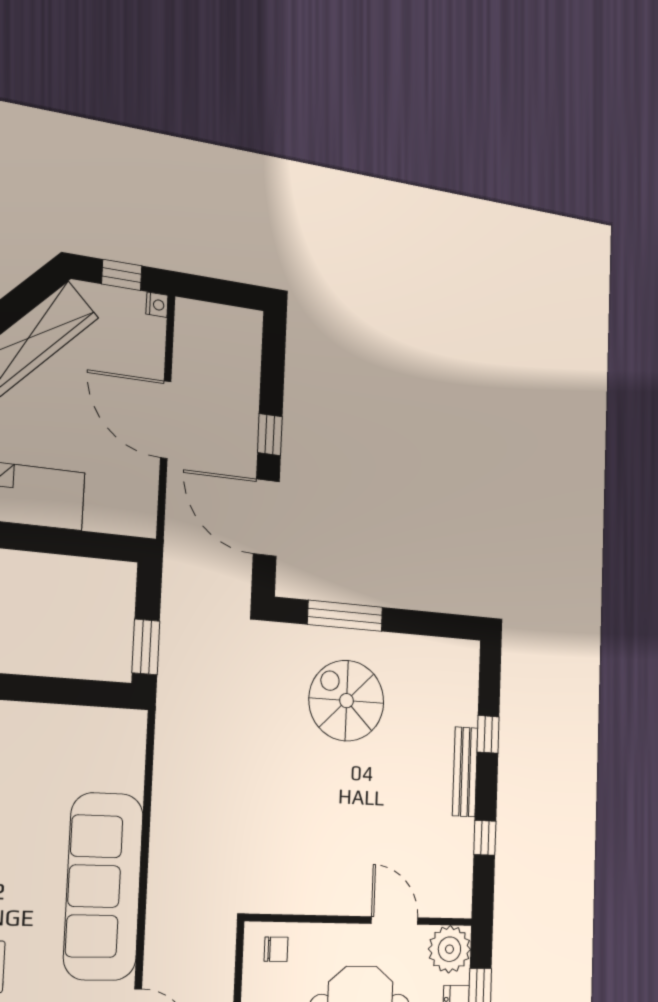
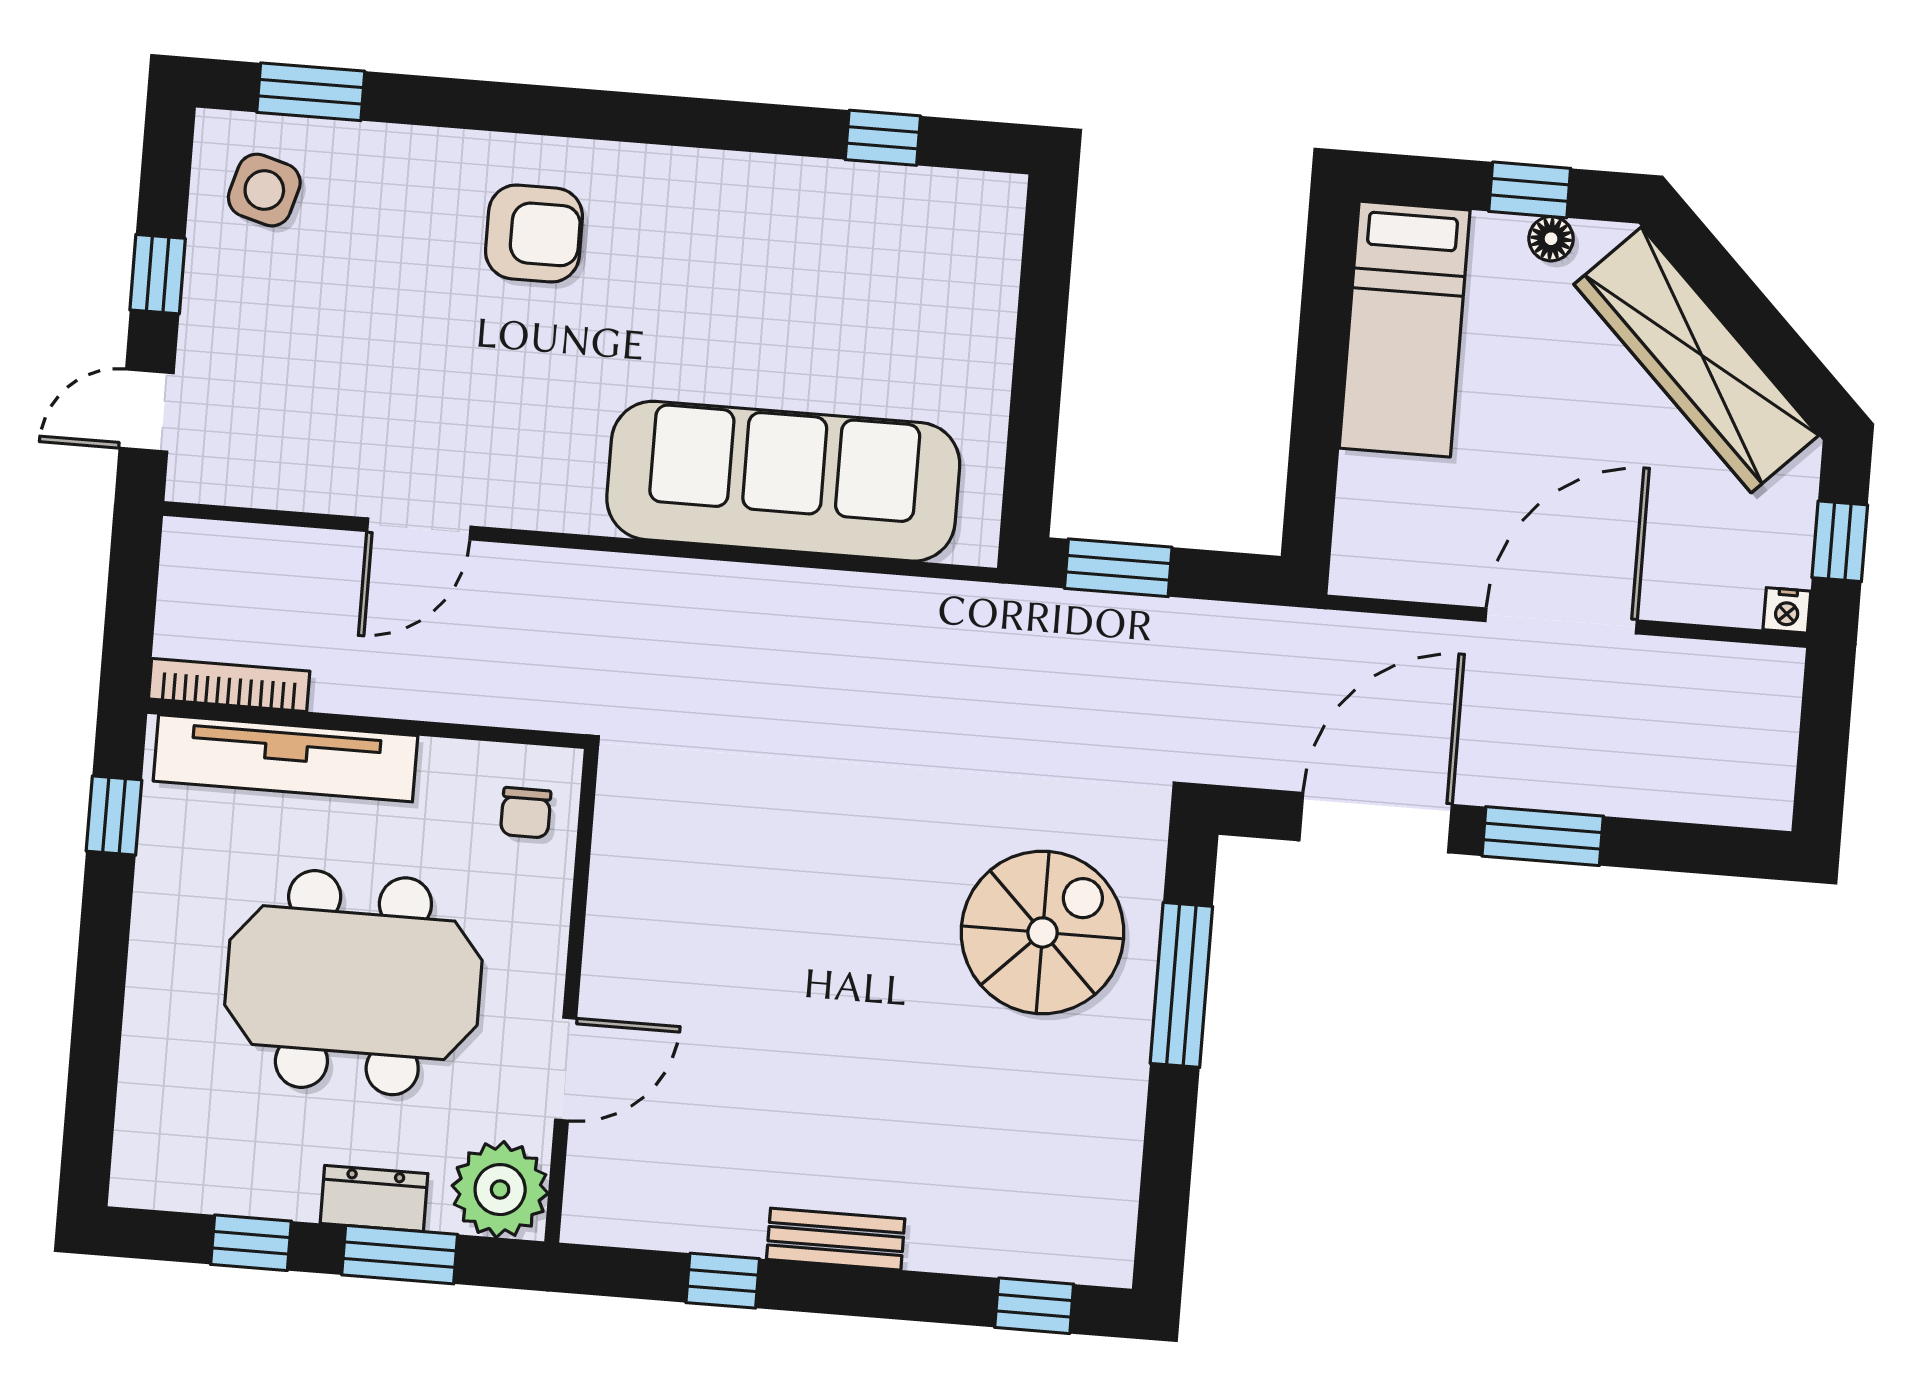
window: (270, 435) -> (1543, 836), width x1.50
spiral stairs: (346, 701) -> (1043, 932), moved
window: (488, 734) -> (1034, 1306), moved
bench: (465, 772) -> (836, 1239), width x0.73
sofa: (104, 886) -> (783, 481), moved

